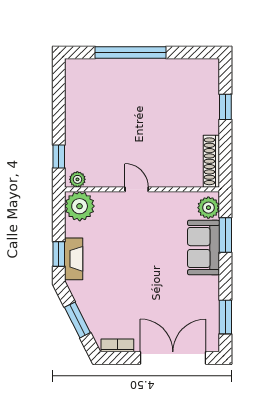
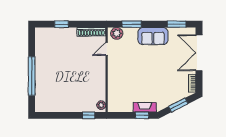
door: (137, 189) -> (107, 49), moved
plant: (80, 206) -> (116, 104), removed
sofa: (204, 248) -> (153, 36), moved

